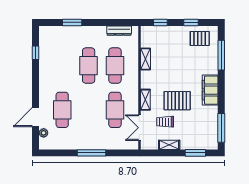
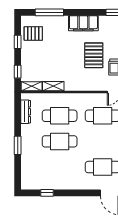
window: (72, 22) -> (18, 145), moved
pallet: (200, 38) -> (33, 33), turned 90
shelving: (145, 100) -> (32, 86), moved

